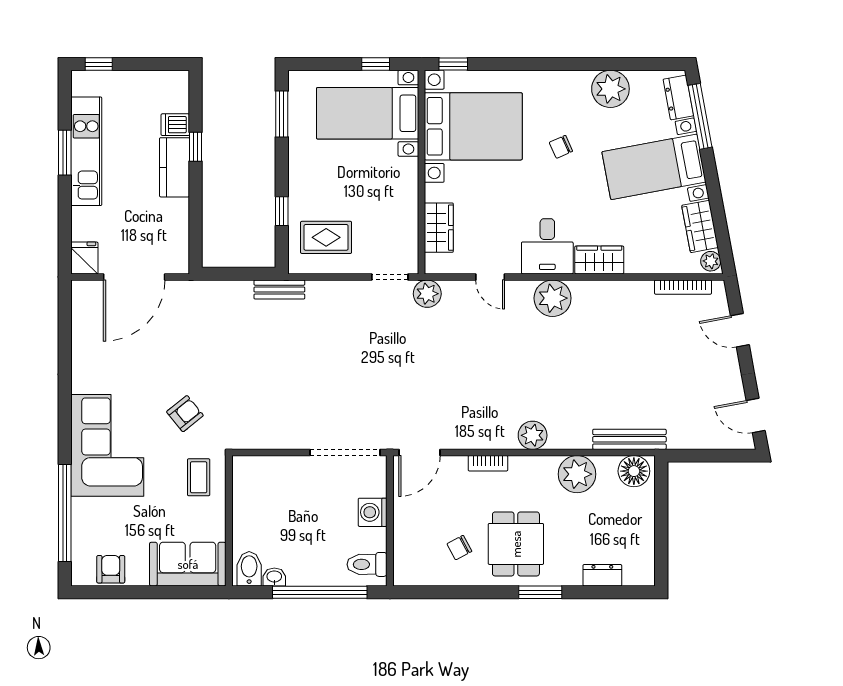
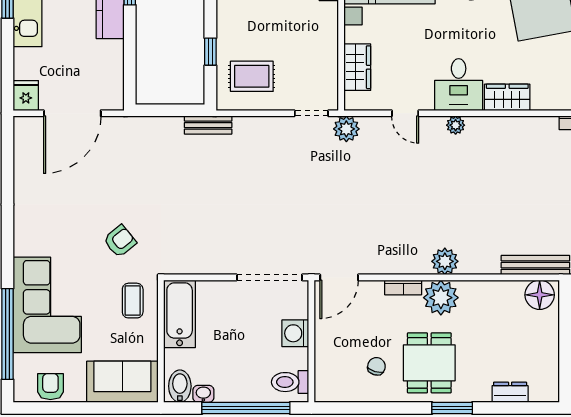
plant: (553, 298) -> (456, 125), width x0.53, depth x0.53
corner sofa: (107, 445) -> (47, 305), moved
plant: (577, 474) -> (441, 298), moved
bathtub: (249, 491) -> (180, 314), added
chair: (459, 548) -> (376, 366), turned 135

